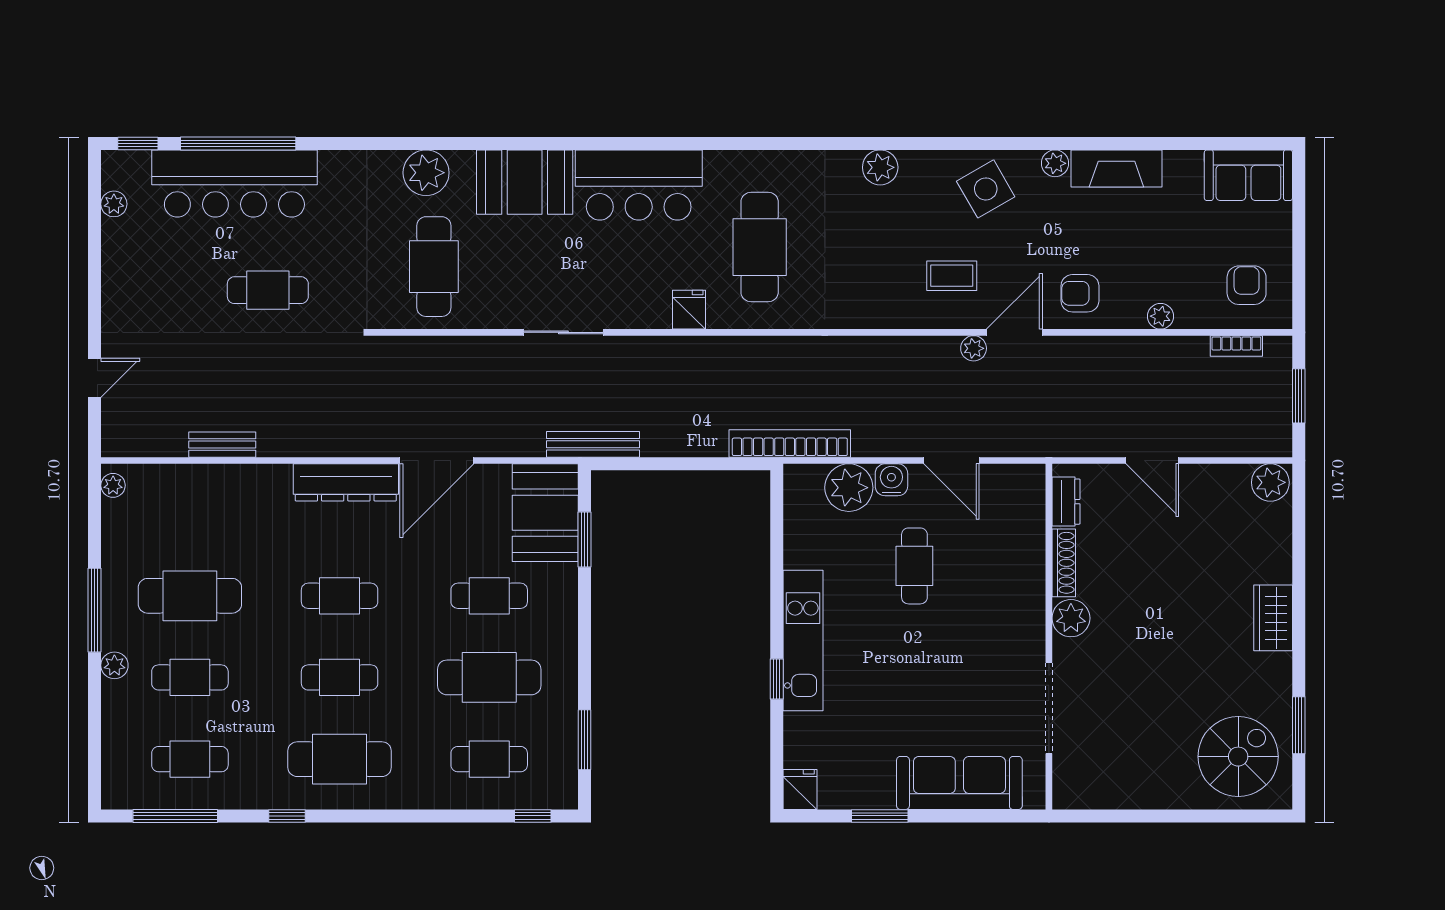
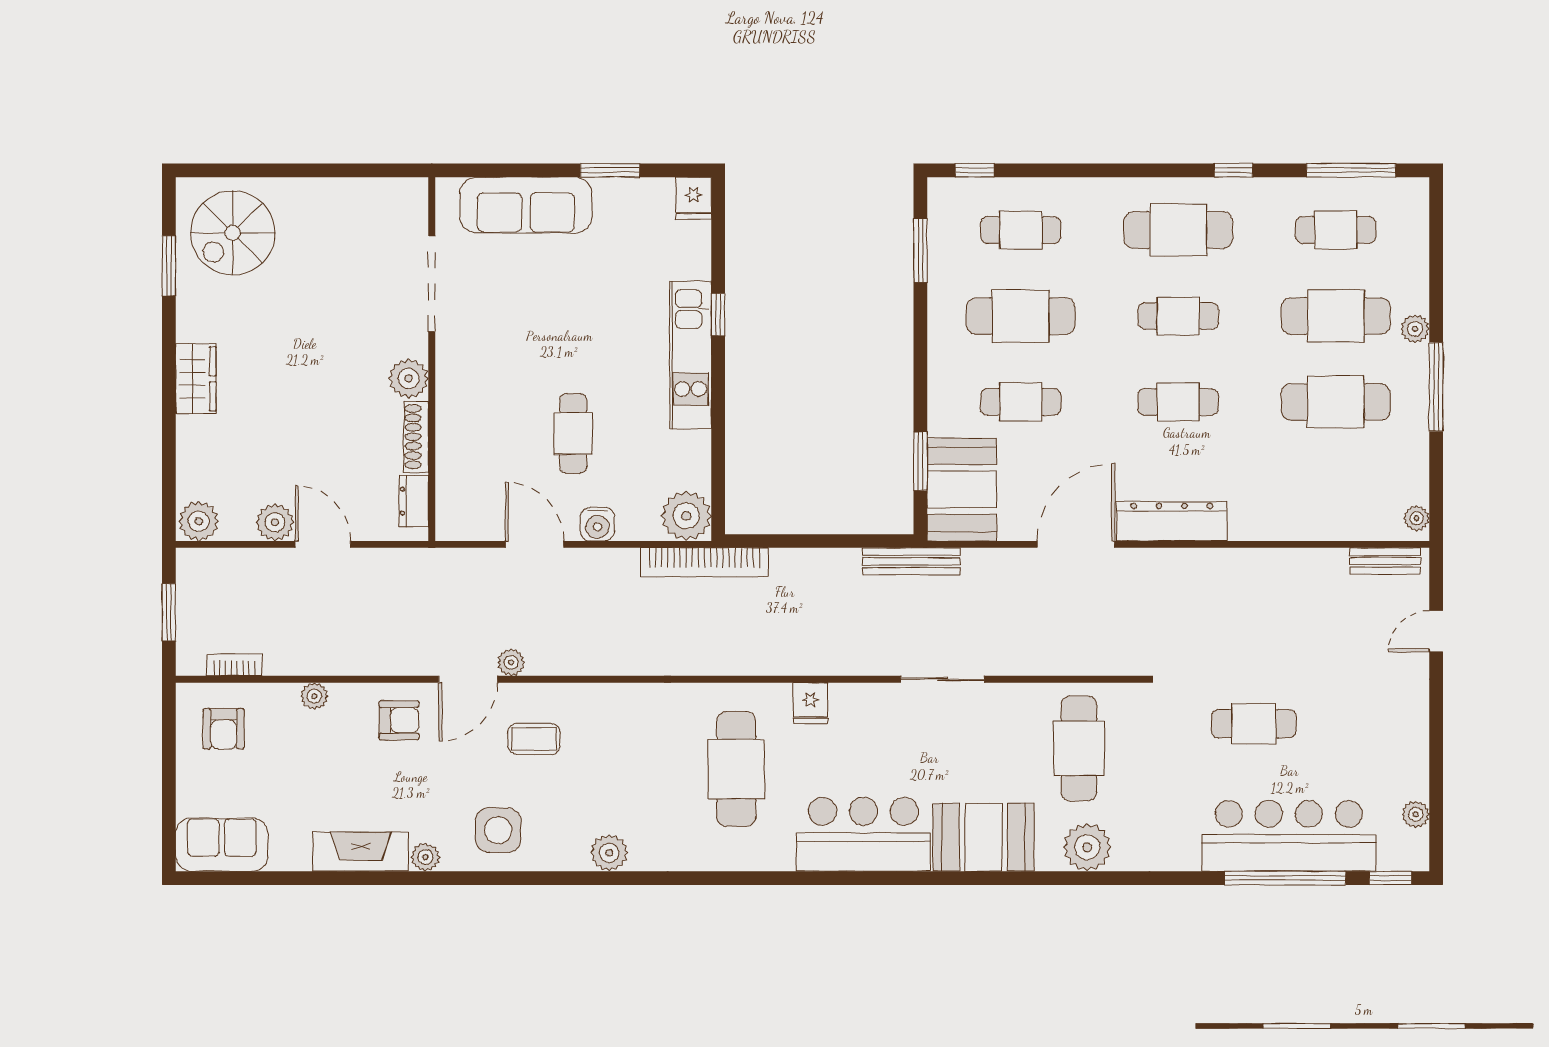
side table: (986, 189) -> (498, 830), turned 30
bench: (222, 445) -> (1385, 561), moved
plant: (1198, 481) -> (275, 522), added
plant: (849, 488) -> (686, 516), moved
cafe table: (190, 677) -> (1336, 316), width x1.37, depth x1.35

